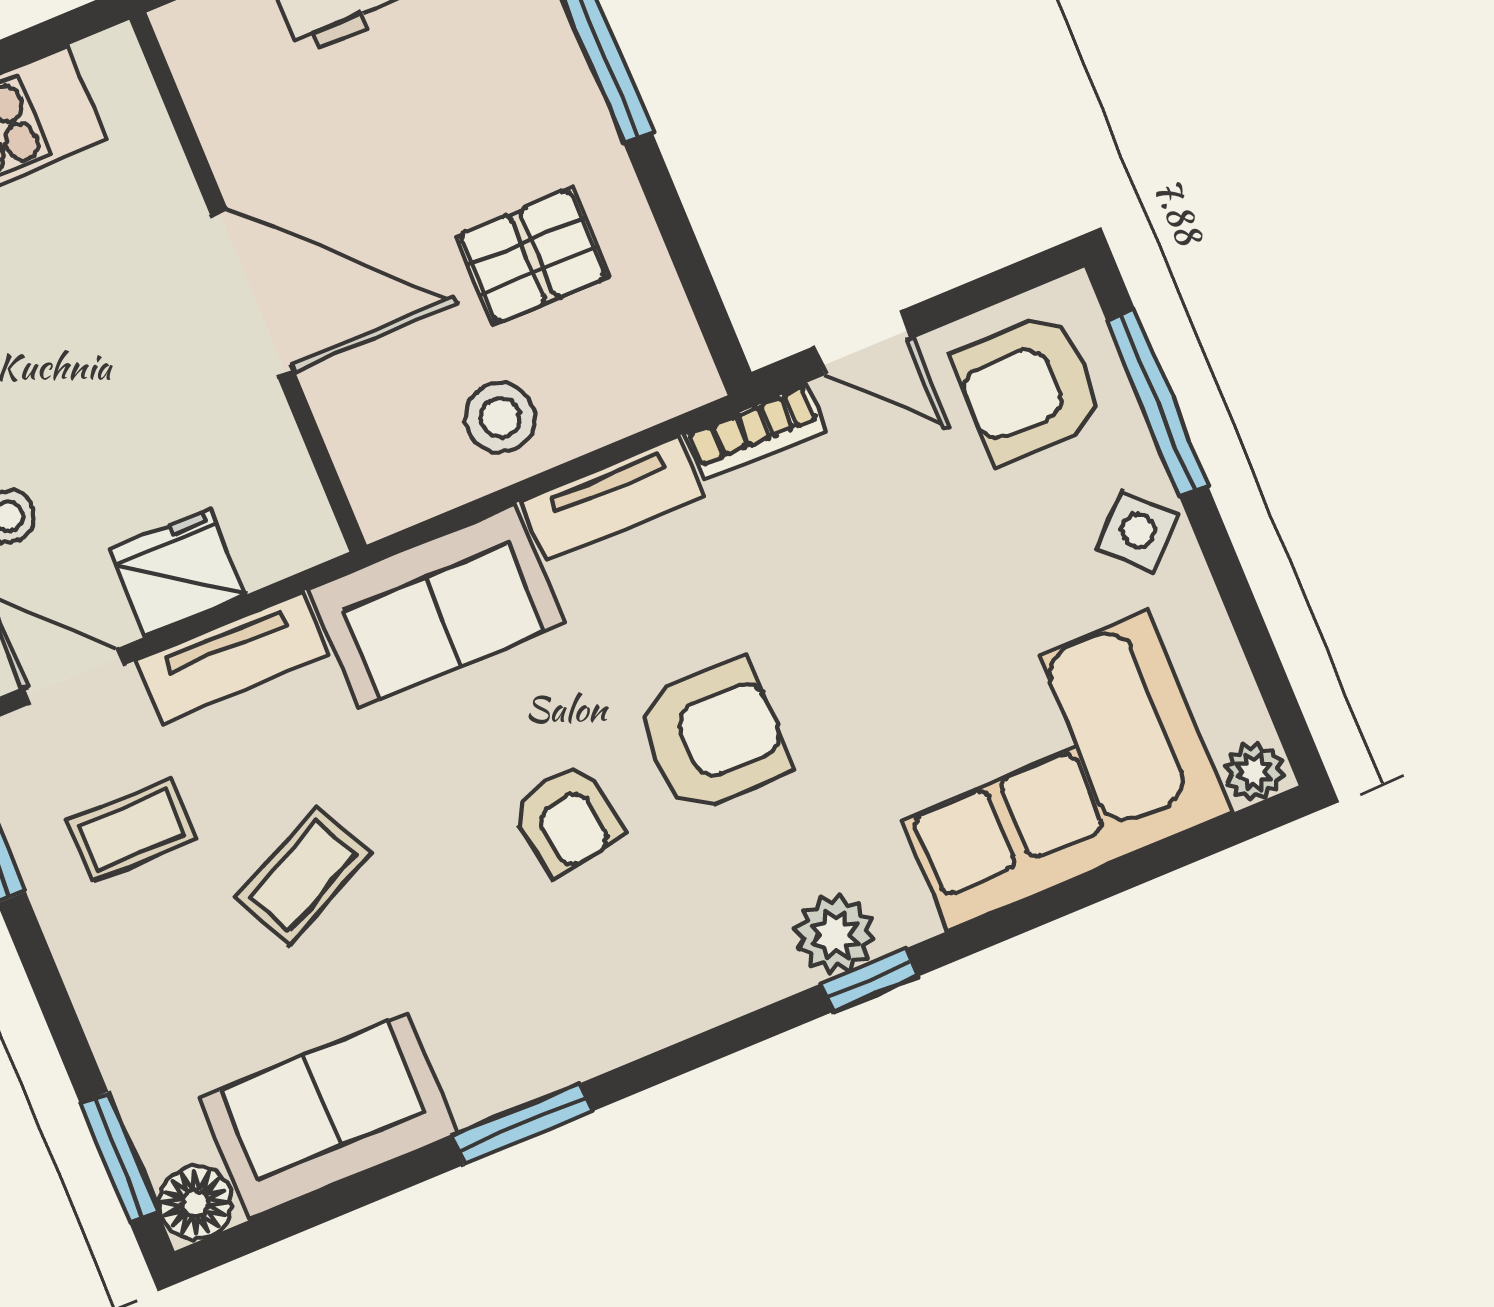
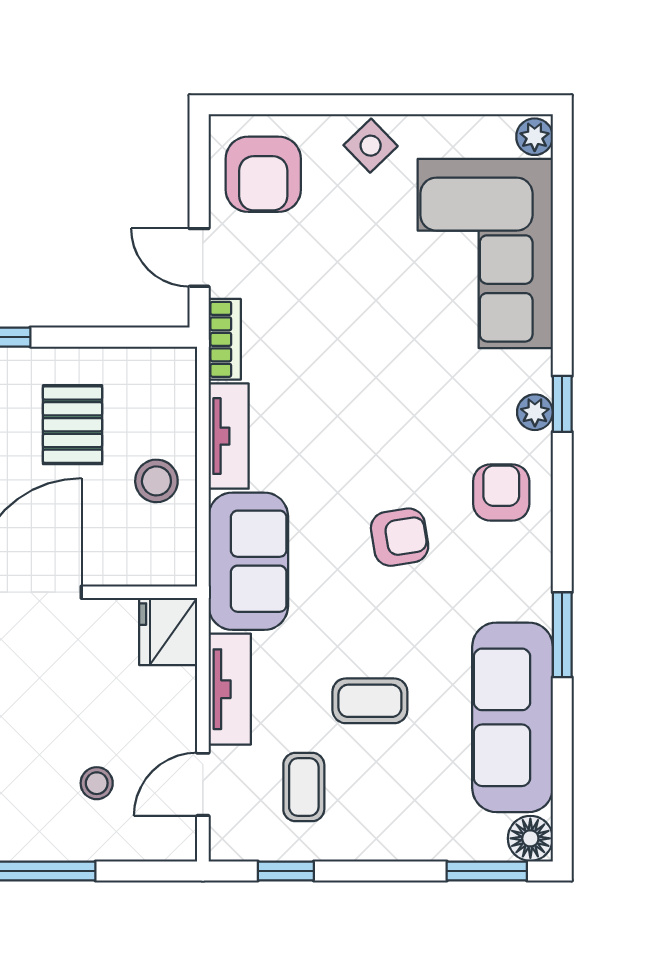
door: (863, 343) -> (199, 257), swing flipped
window: (1157, 403) -> (303, 105), removed
fridge: (178, 572) -> (168, 632), moved
armchair: (713, 736) -> (501, 492), moved, width x0.72, depth x0.72
coffee table: (302, 876) -> (370, 701), turned -64
plant: (835, 934) -> (535, 412), width x0.73, depth x0.73
sofa: (329, 1116) -> (512, 717), width x1.36

